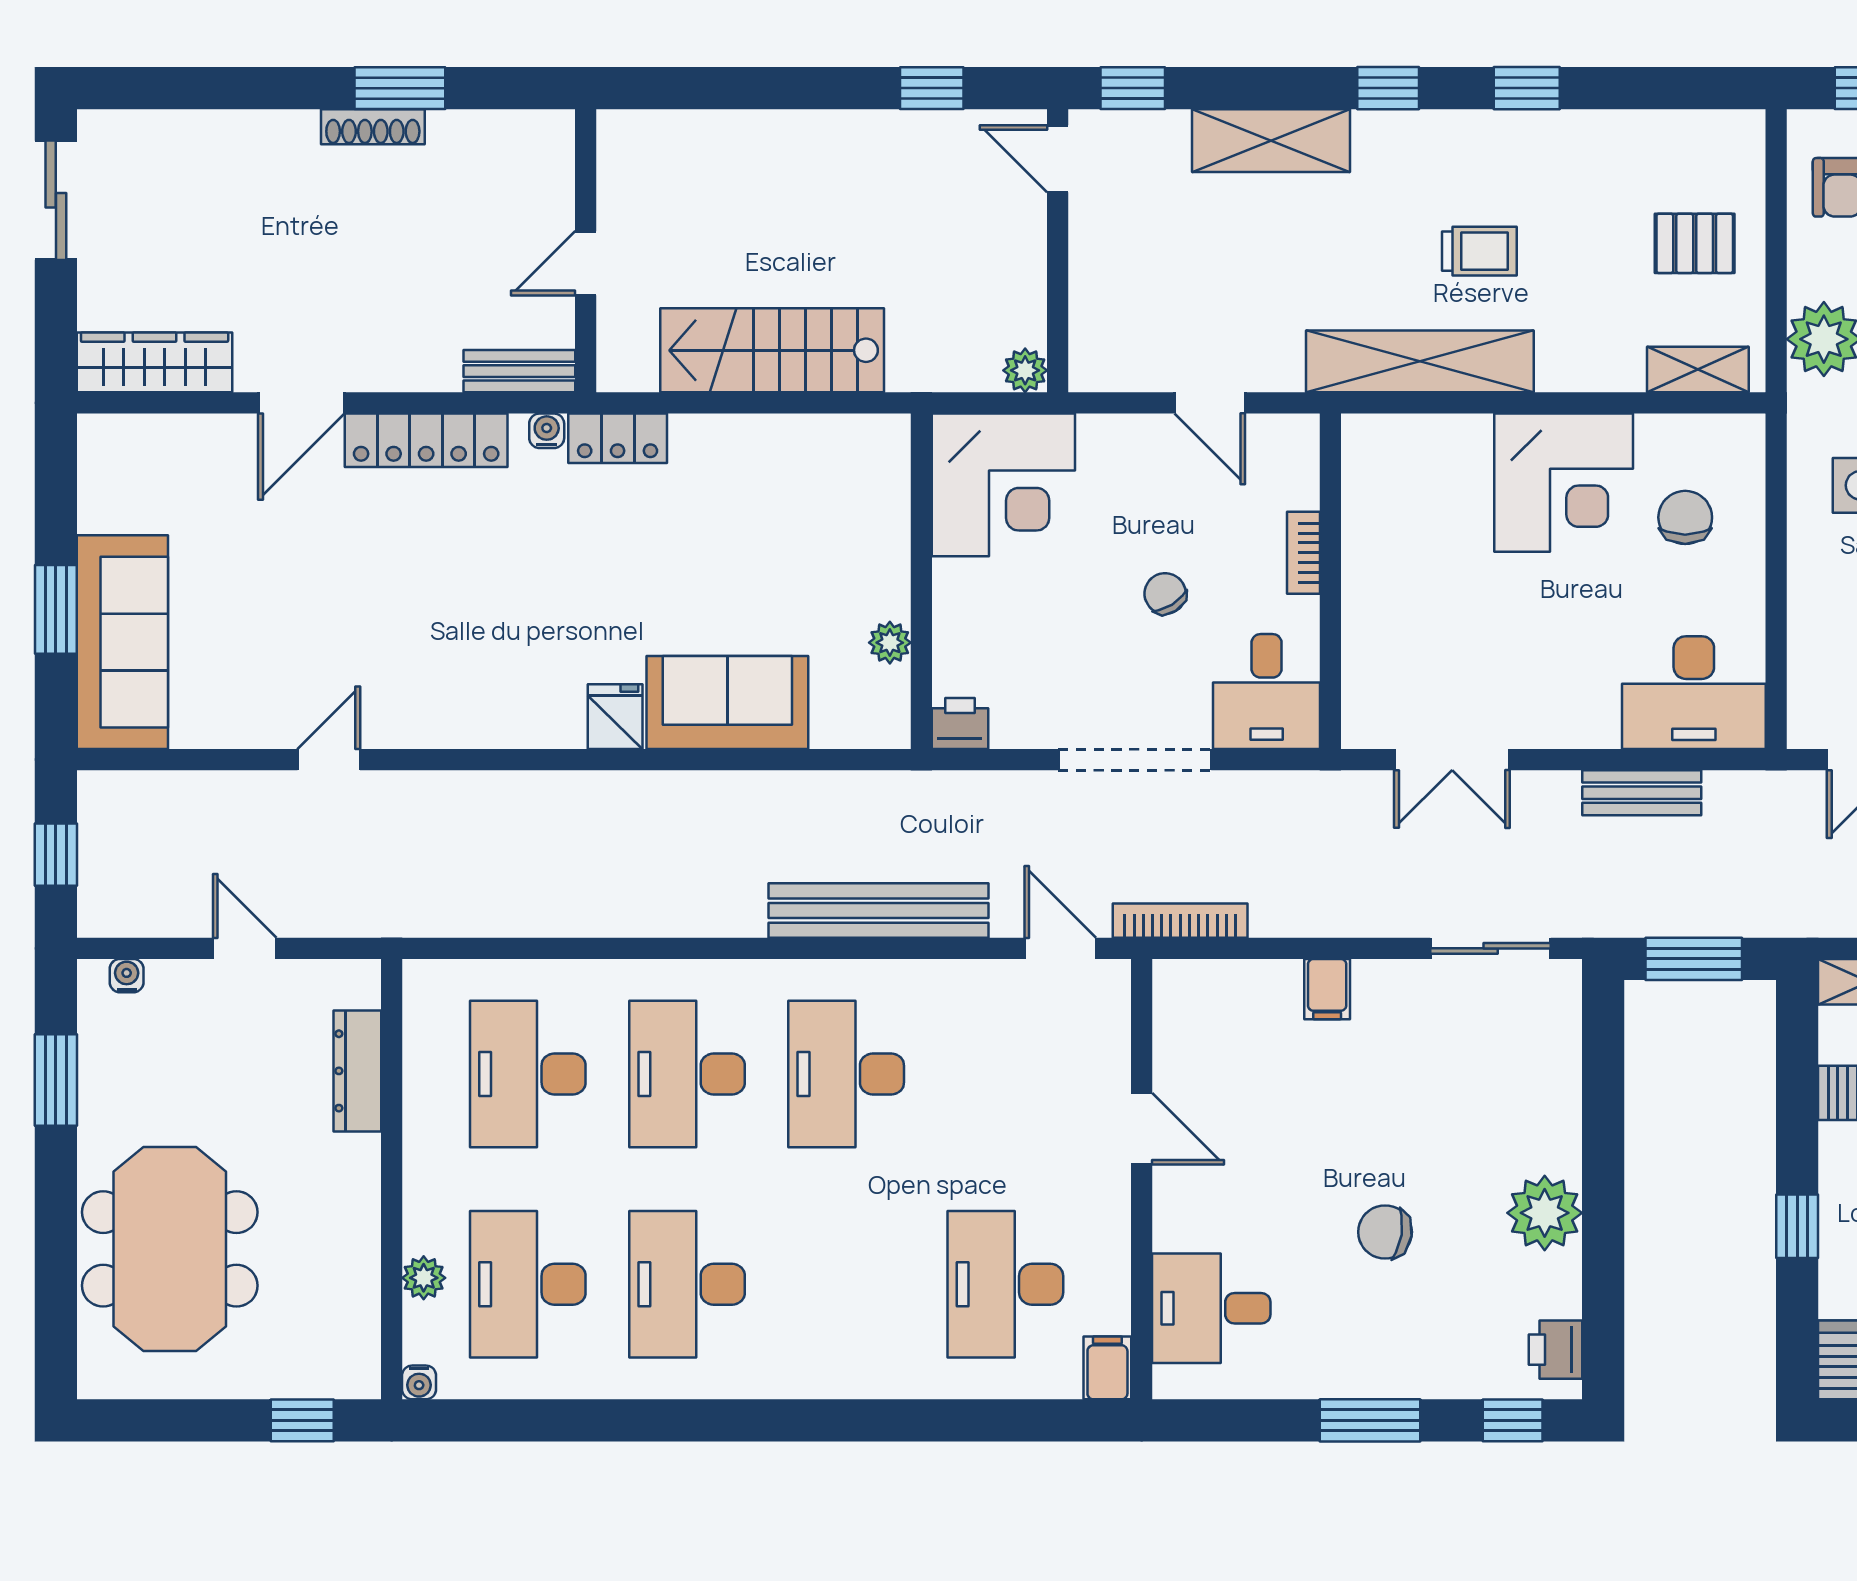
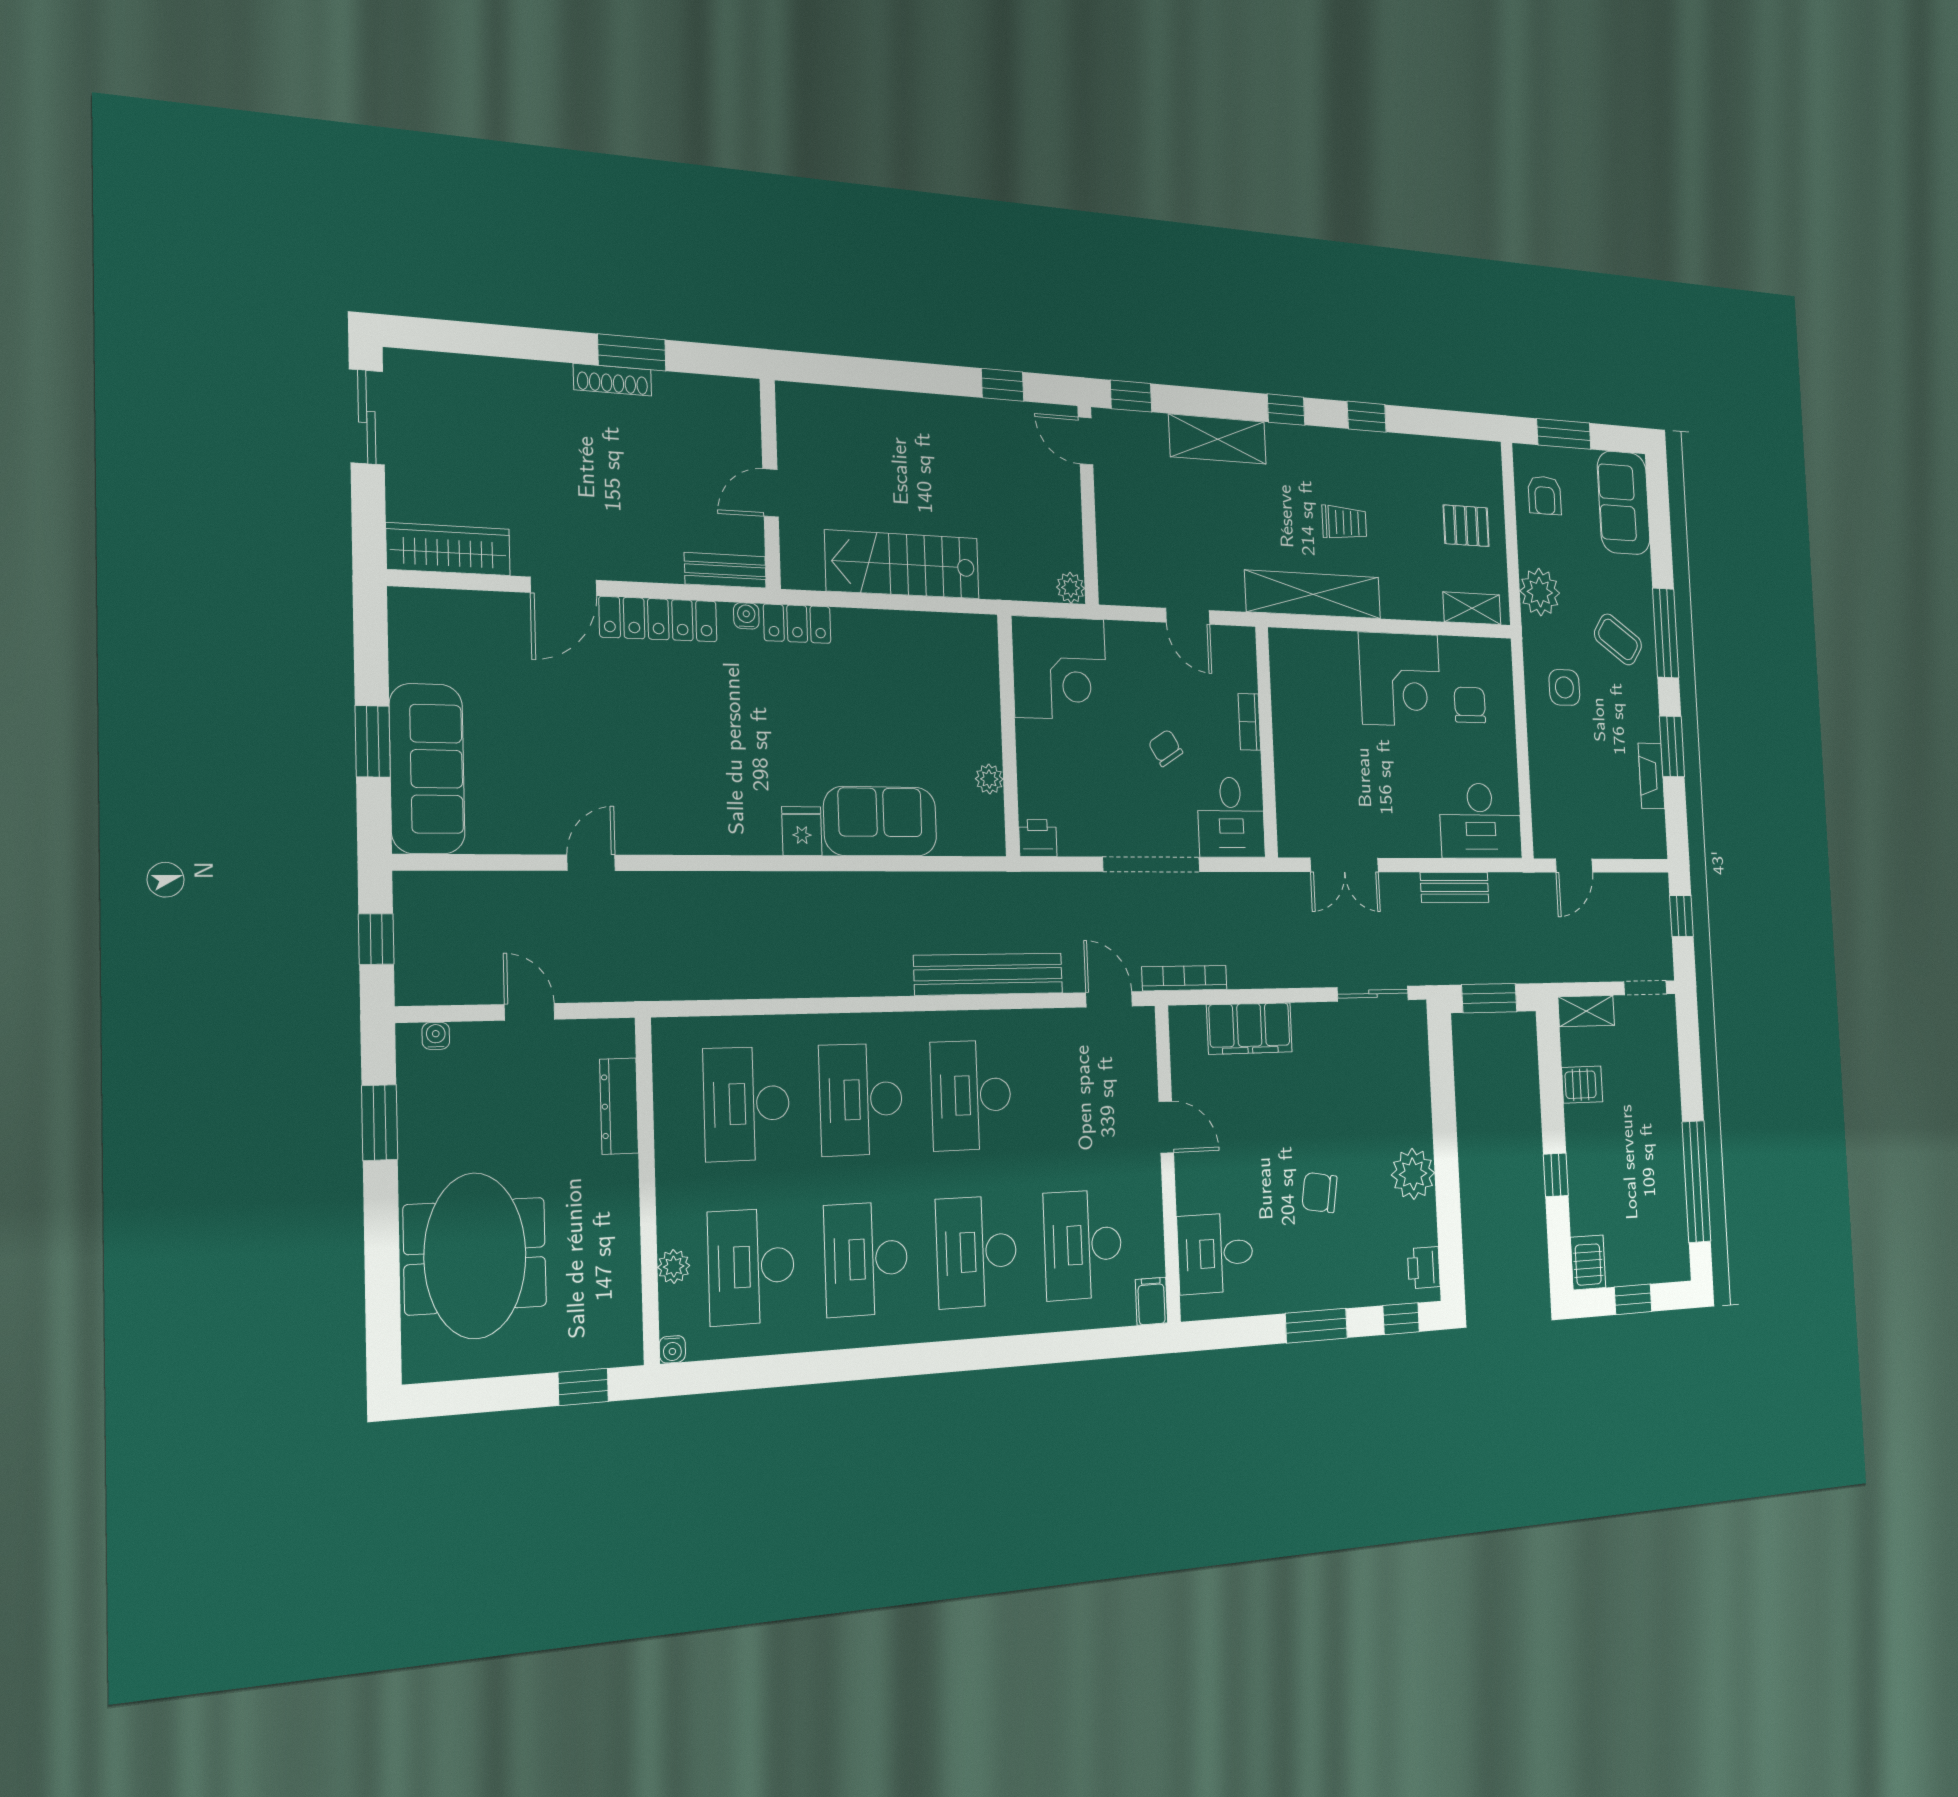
filing cabinet: (1327, 989) -> (1249, 1028), width x3.00, depth x1.17
desk: (846, 1284) -> (977, 1252), added

